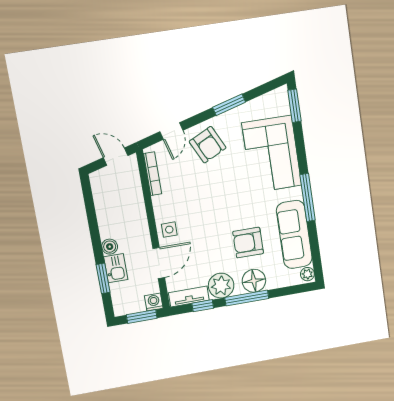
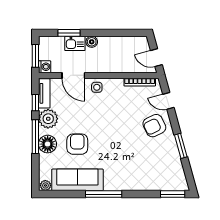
corner sofa: (272, 154) -> (140, 172), removed
door: (116, 157) -> (156, 58), swing flipped

